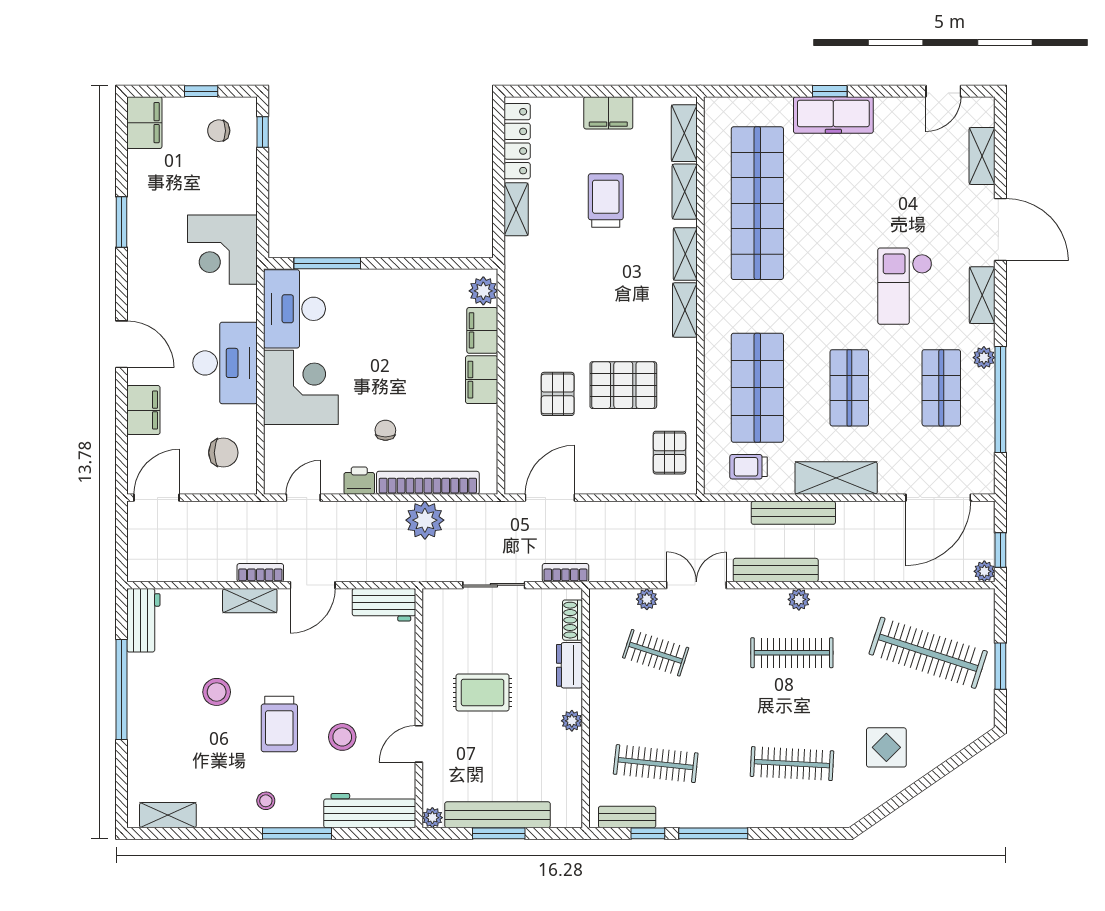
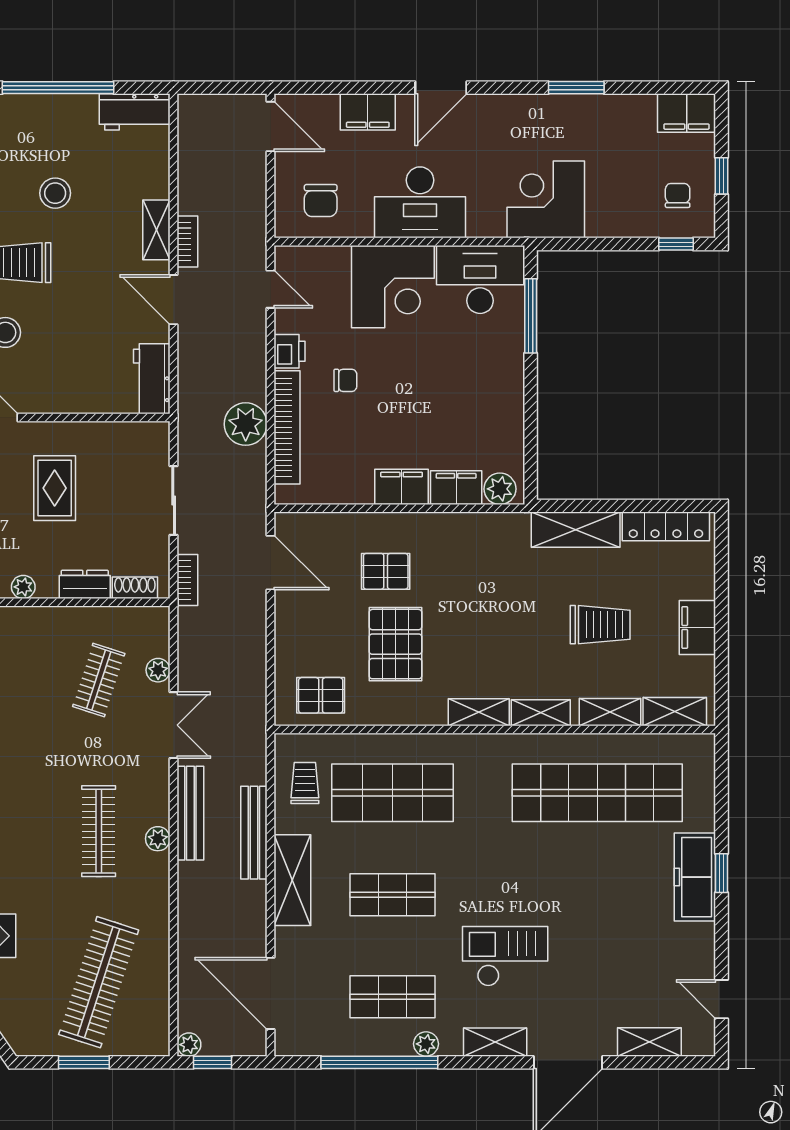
shelving: (516, 209) -> (576, 530), width x1.50, depth x1.33

